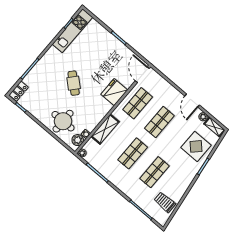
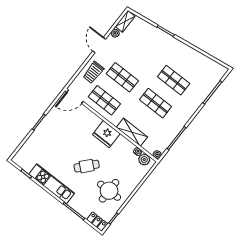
kitchen unit: (72, 31) -> (52, 184), moved
fridge: (114, 92) -> (106, 134), moved
door: (192, 101) -> (99, 45), swing flipped
round table: (63, 121) -> (109, 191), moved
display table: (196, 146) -> (146, 39), removed
trolley: (165, 202) -> (93, 73), moved

